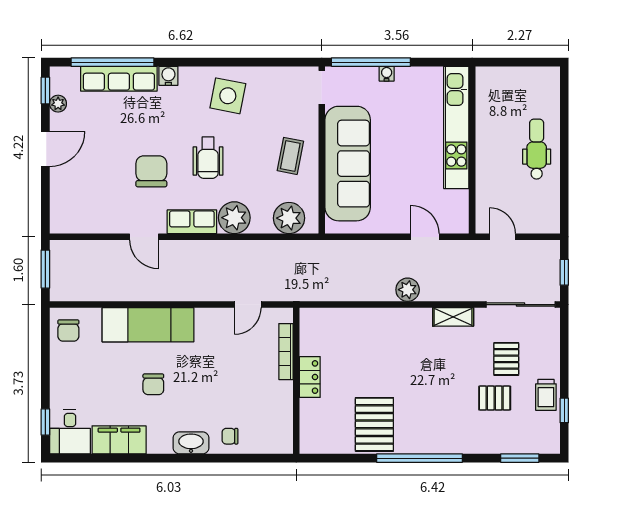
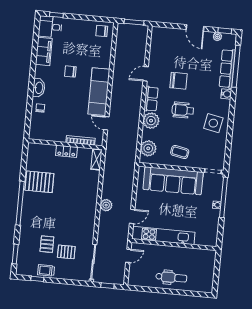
kitchen unit: (456, 127) -> (163, 236), moved
shelving: (453, 317) -> (96, 159), moved
exam couch: (148, 325) -> (99, 92), moved

